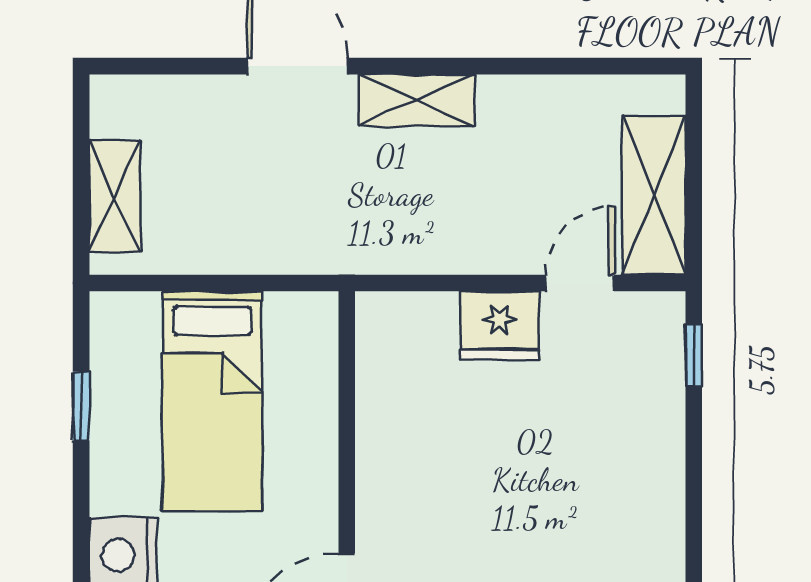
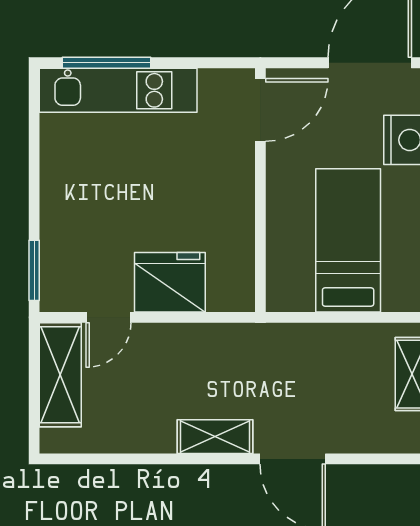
fridge: (500, 325) -> (170, 282), width x1.36, depth x1.34
window: (694, 355) -> (34, 270), width x1.50

